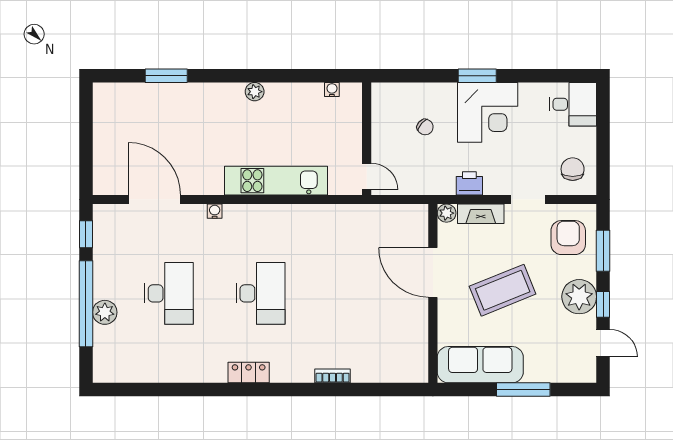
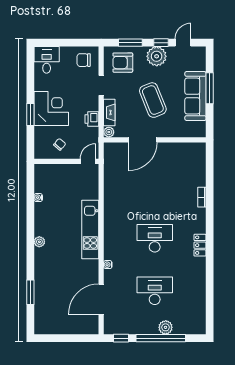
wall: (367, 139) -> (66, 161), moved
door: (367, 176) -> (88, 161), moved
sofa: (480, 365) -> (195, 96), moved

